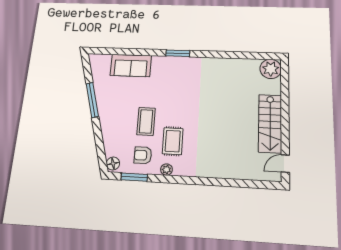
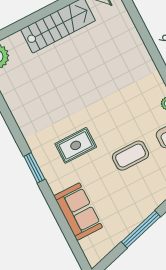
rug: (173, 141) -> (76, 145), moved

